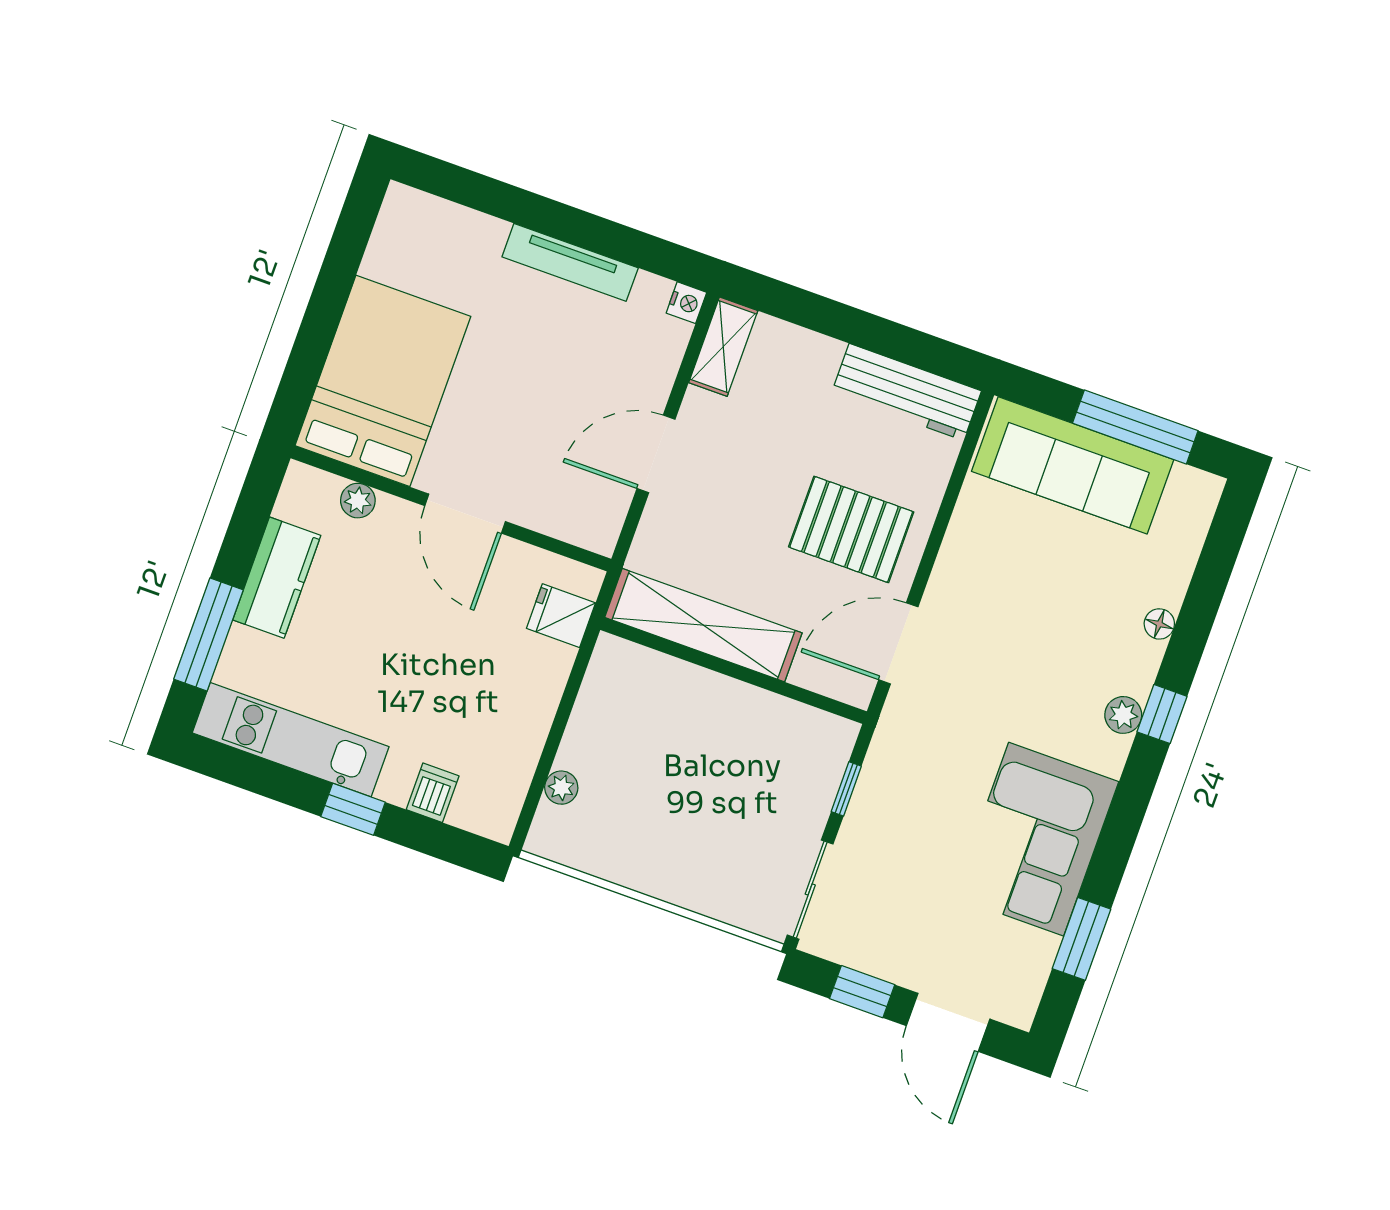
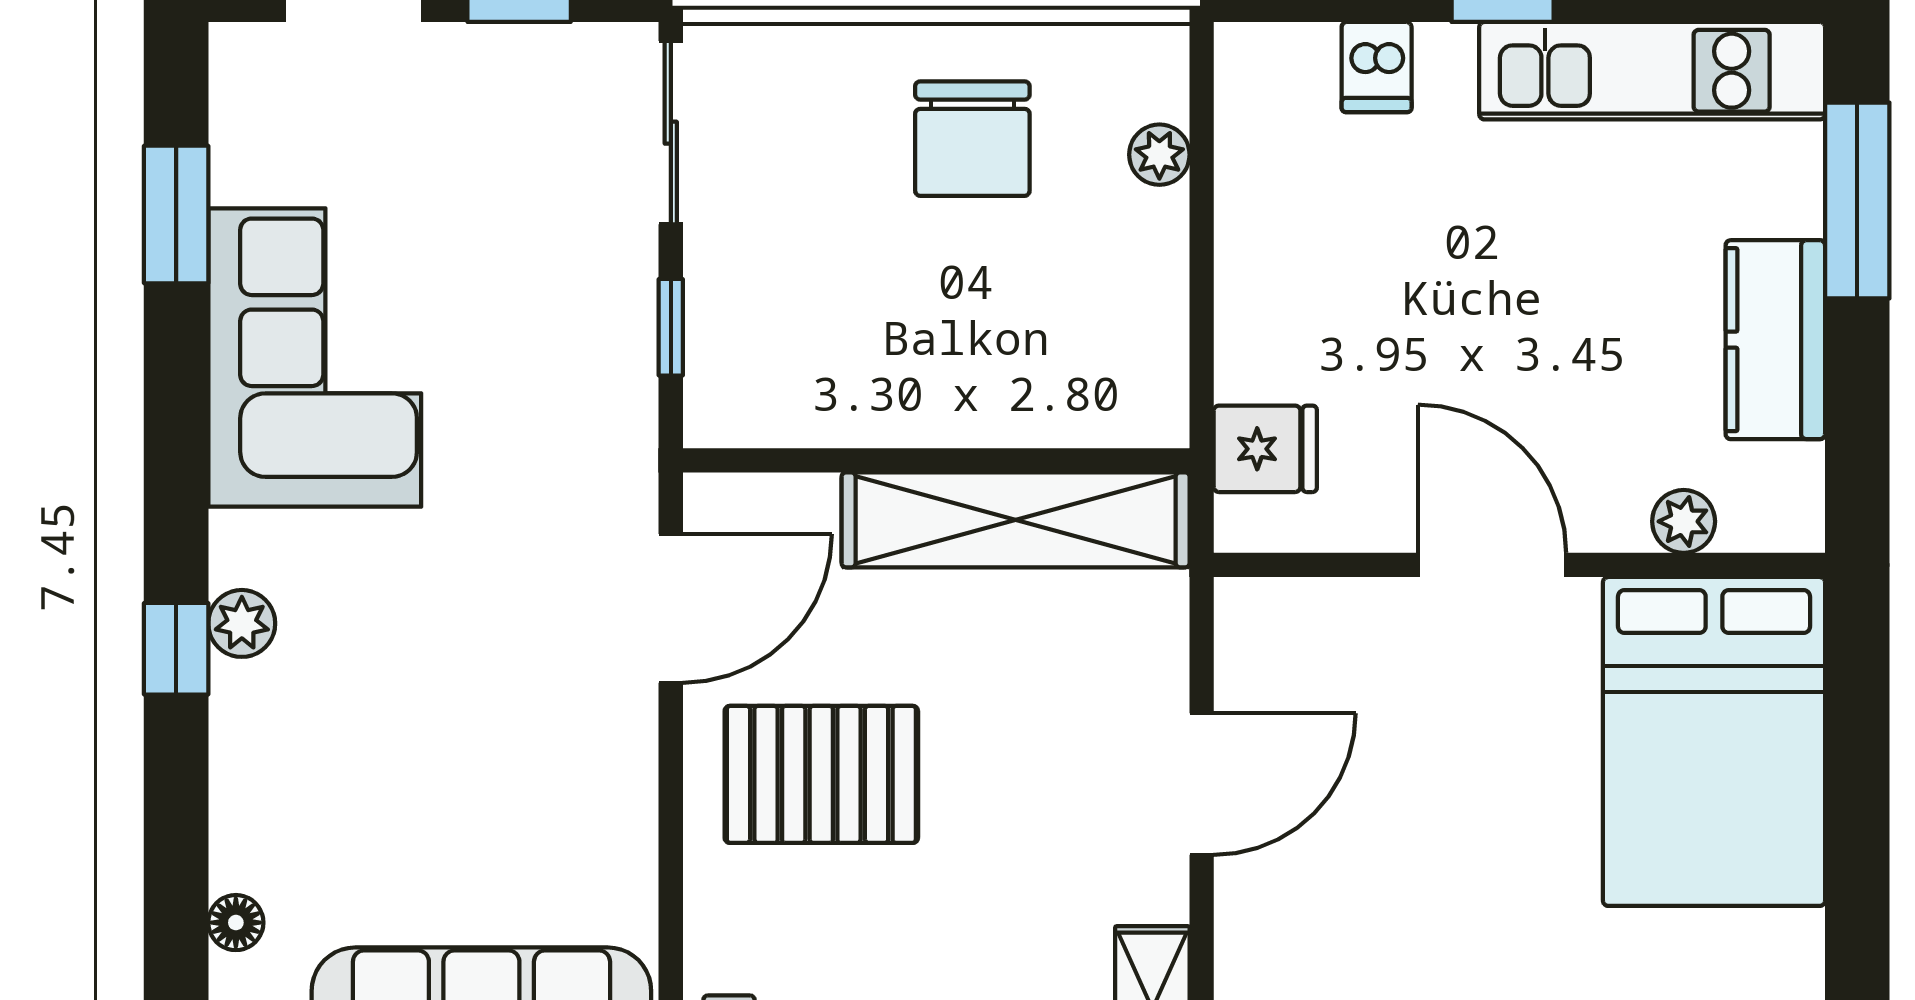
floor lamp: (1159, 624) -> (236, 923), moved
chair: (655, 831) -> (972, 139), added

